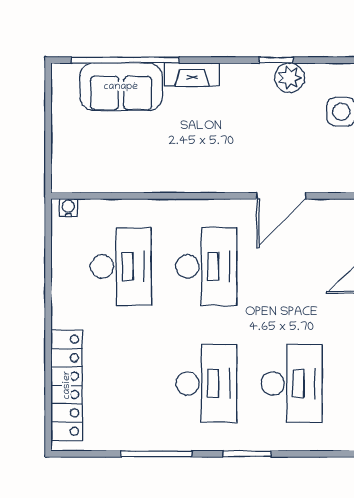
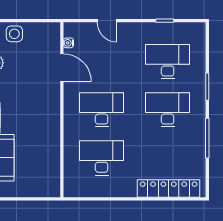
water cooler: (68, 208) -> (68, 43), moved

